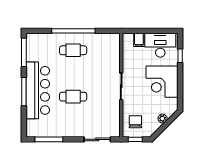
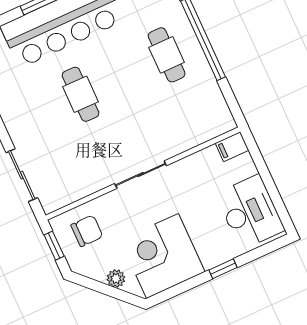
filing cabinet: (139, 40) -> (232, 147), moved
window: (180, 56) -> (223, 269), moved
corner desk: (162, 82) -> (163, 256), moved

